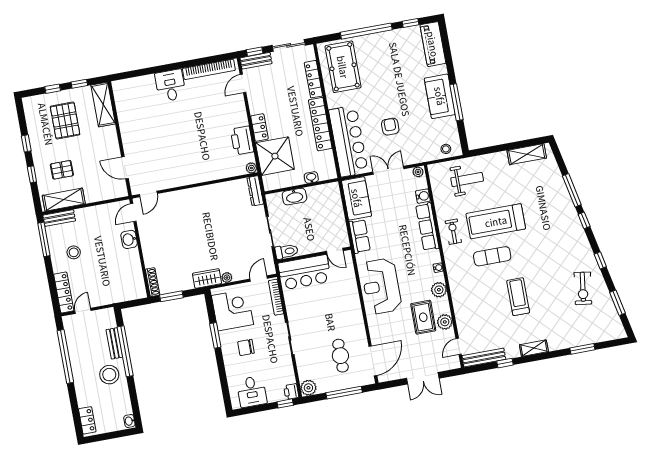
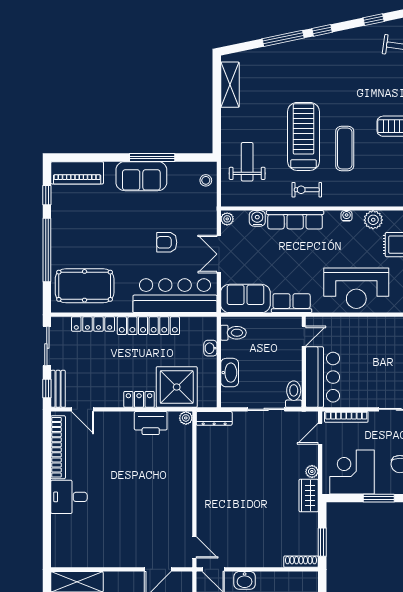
toilet: (327, 194) -> (233, 333), added
treadmill: (496, 221) -> (304, 136), turned 180
door: (259, 279) -> (320, 434), hinge flipped

